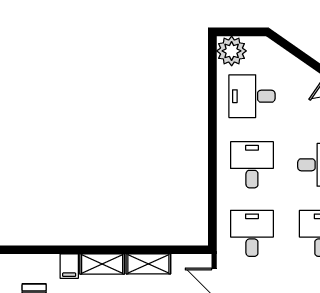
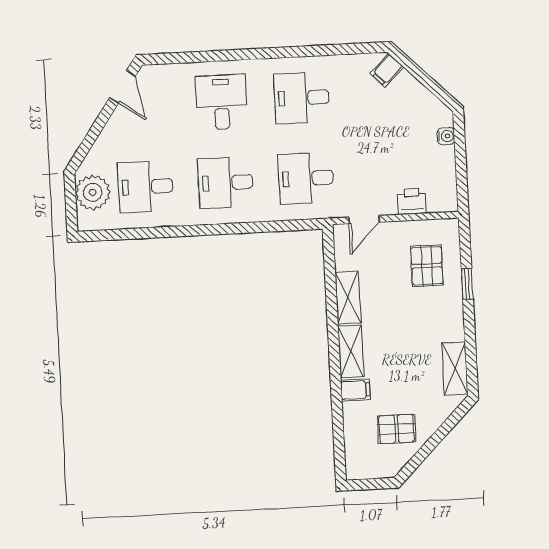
plant: (232, 51) -> (93, 192), moved
desk: (252, 96) -> (145, 187), turned 90

